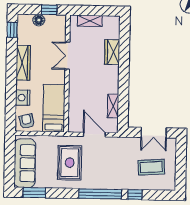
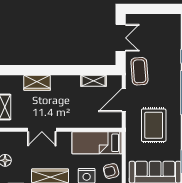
rug: (70, 163) -> (154, 125), turned 90
coffee table: (151, 167) -> (139, 71), moved

